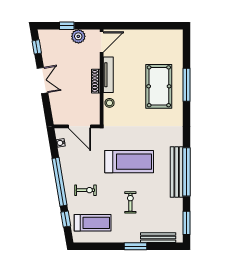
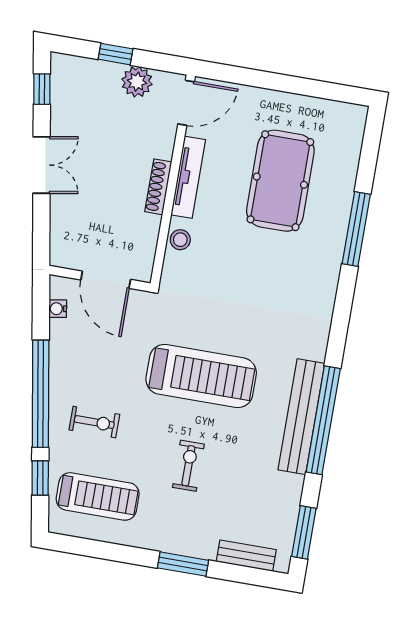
pool table: (159, 86) -> (280, 181), moved
bench: (158, 238) -> (246, 556), width x0.73

